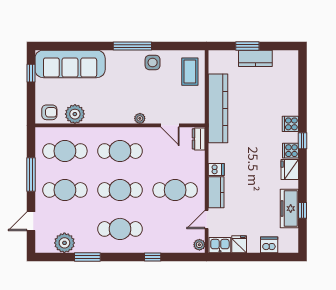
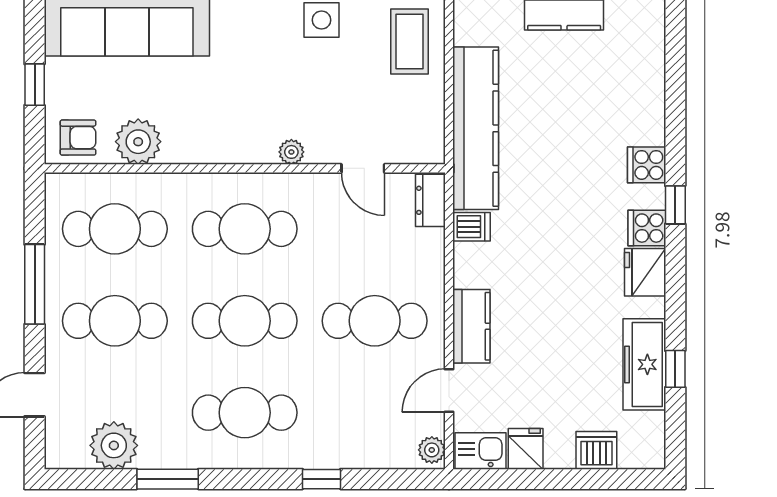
window: (31, 73) -> (35, 85), moved
dishwasher: (216, 169) -> (471, 227), moved

